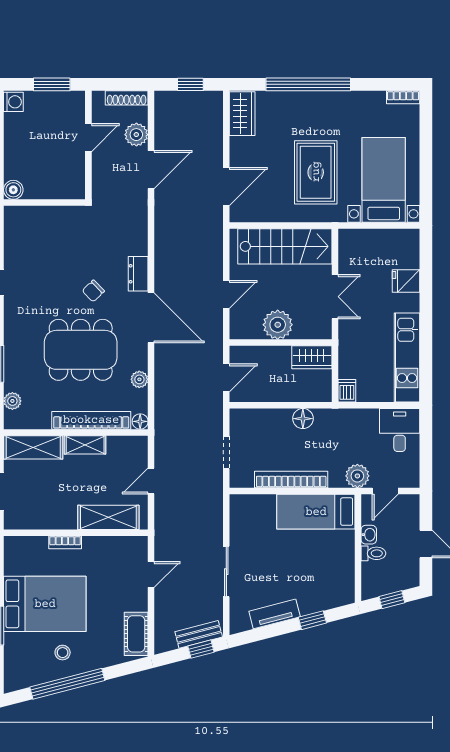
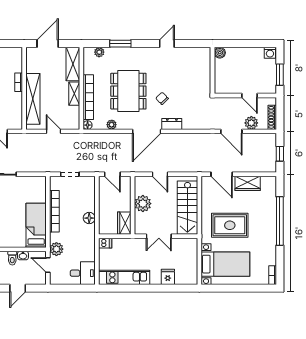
wardrobe: (242, 114) -> (248, 183), moved
shelving: (108, 517) -> (33, 99), width x1.47

